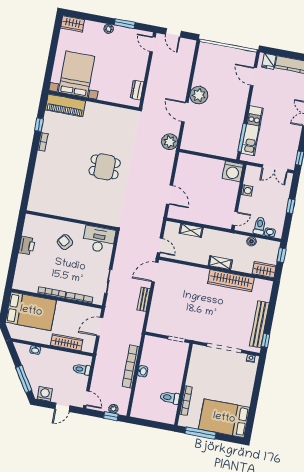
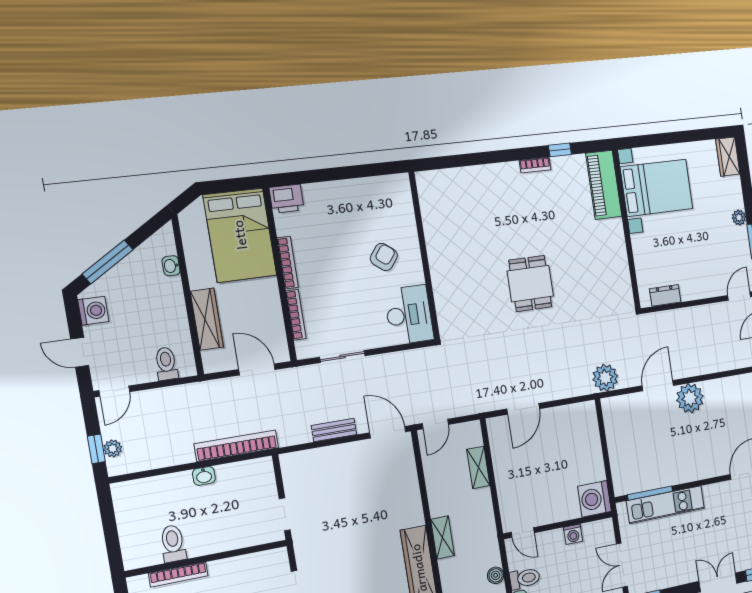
printer: (27, 246) -> (287, 199), moved
bookcase: (131, 367) -> (237, 446), moved

